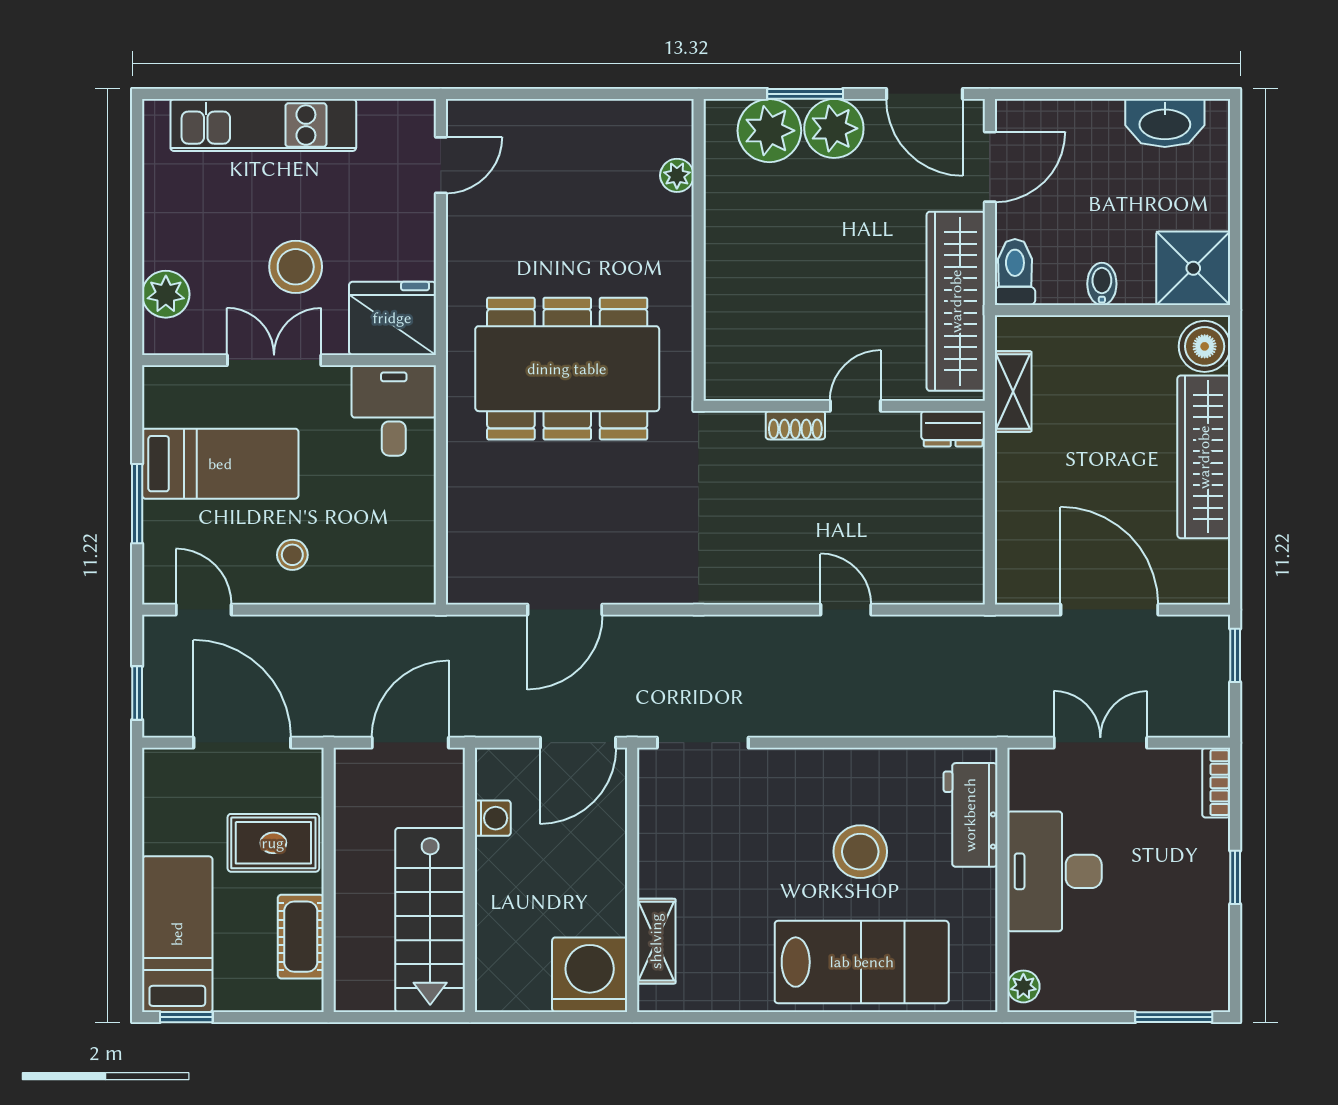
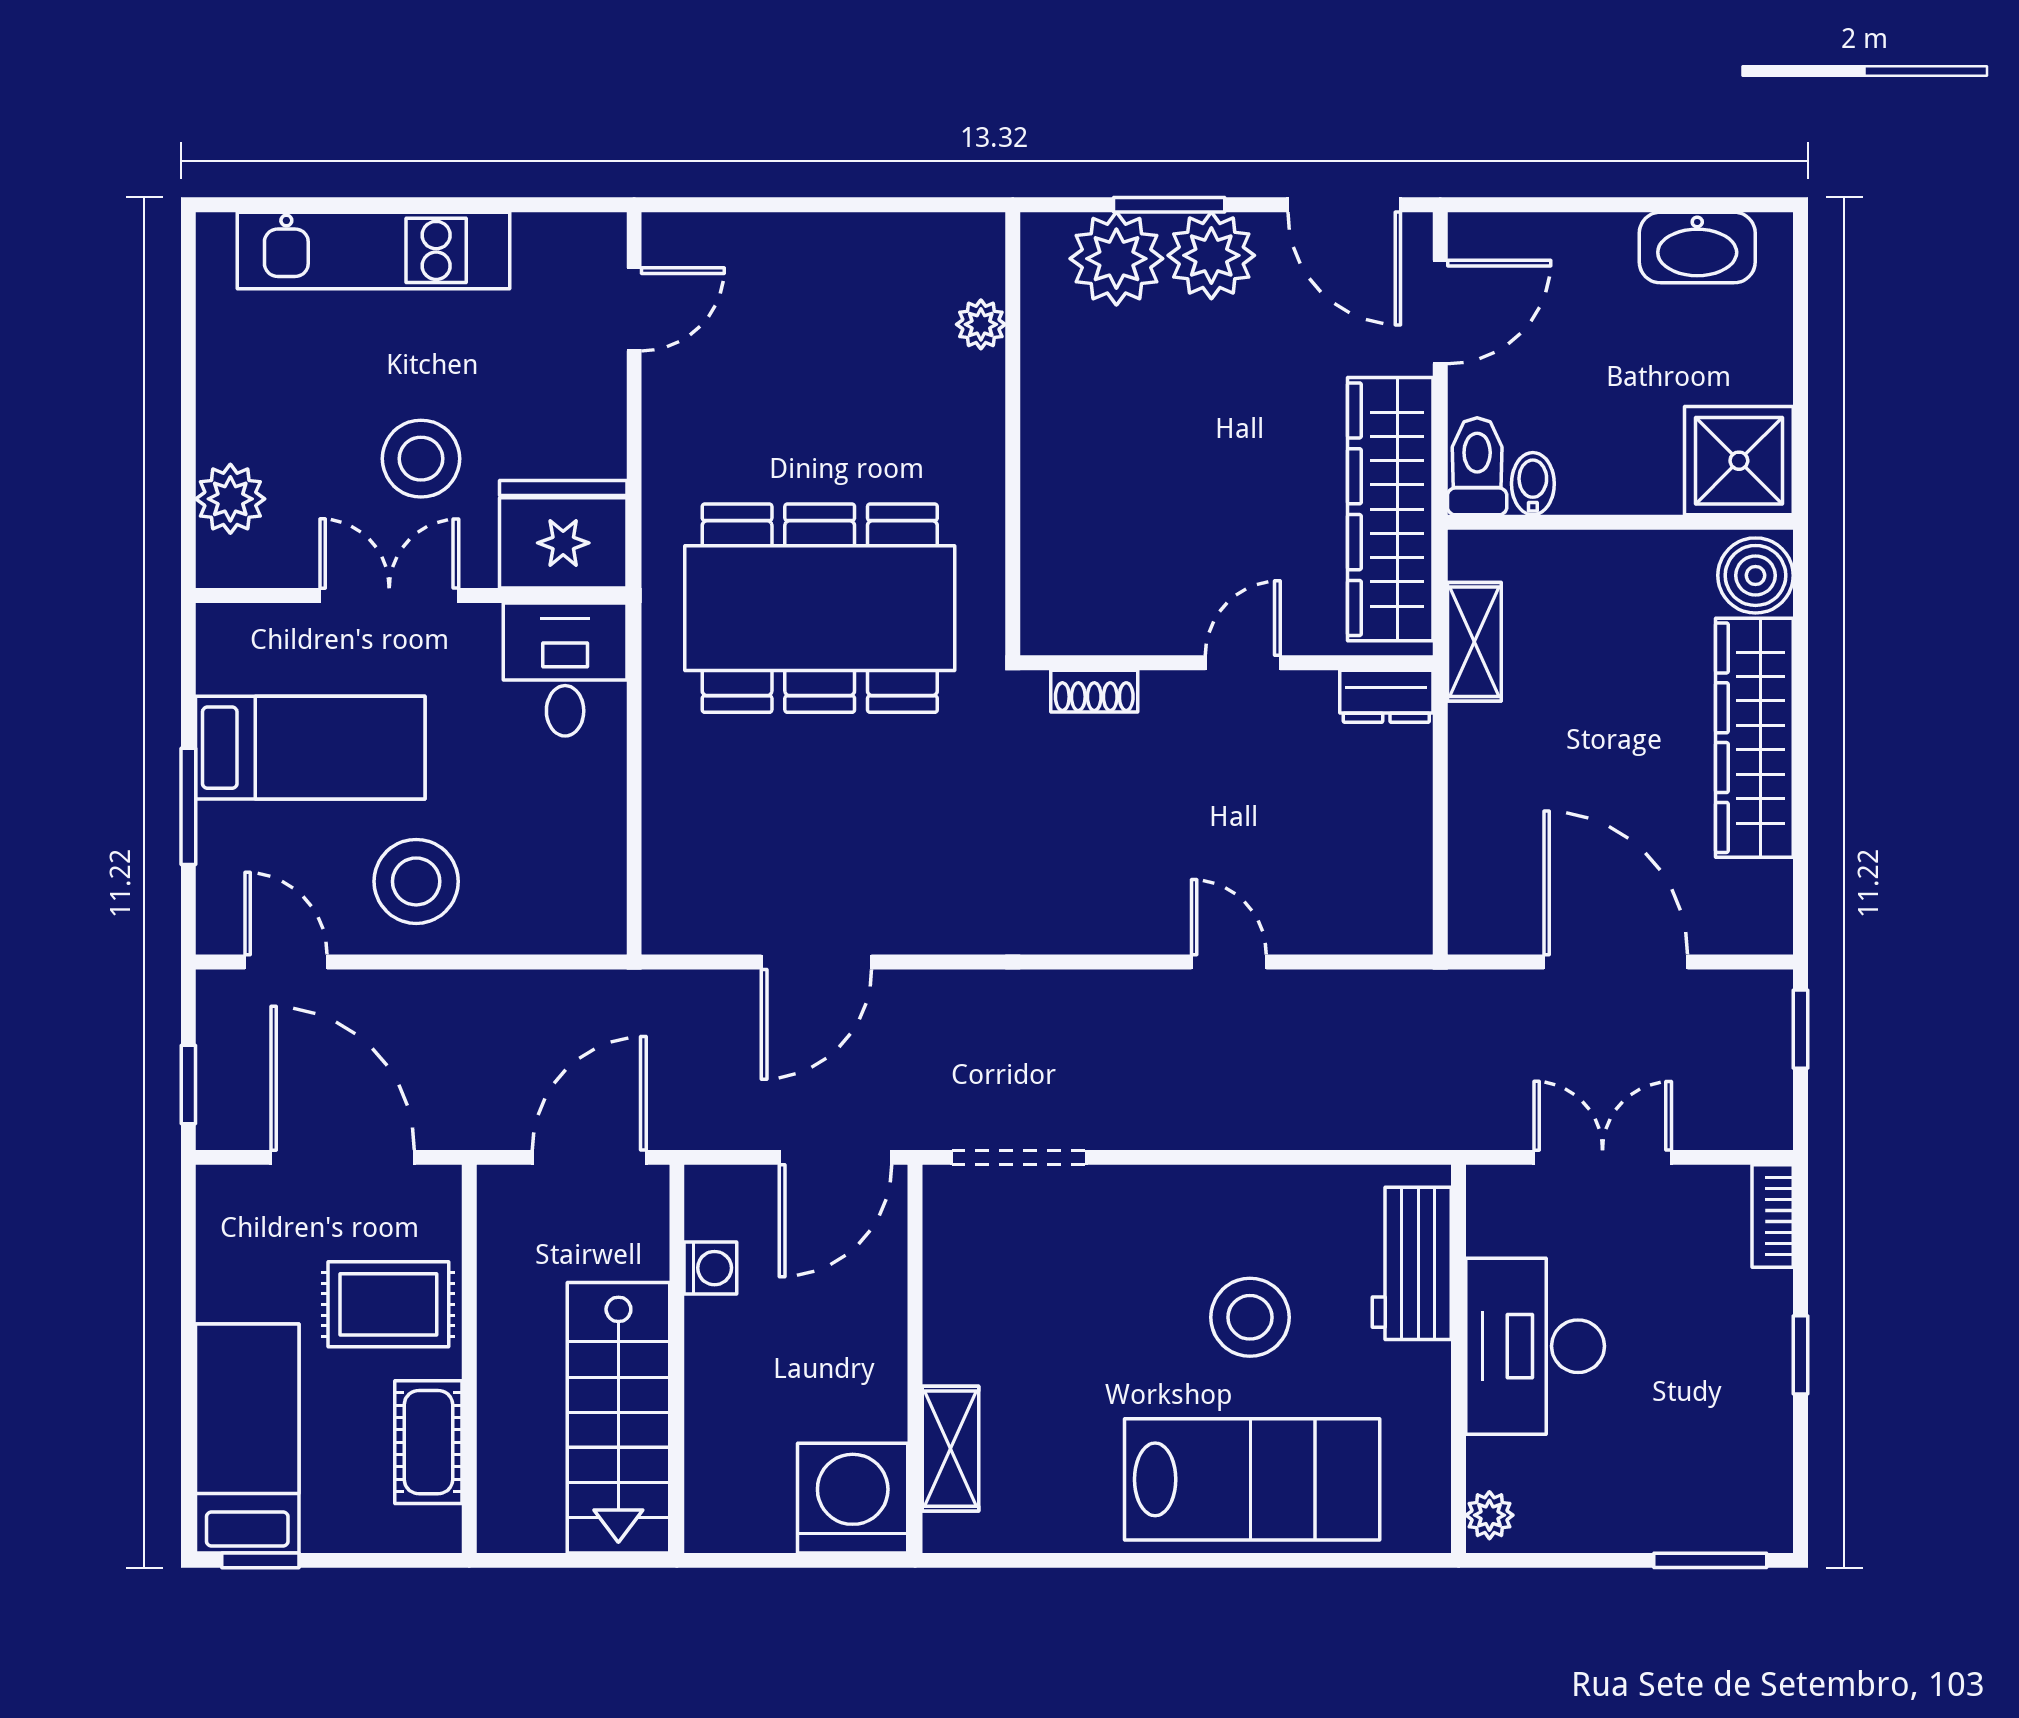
bidet: (1102, 284) -> (1533, 484), moved
shoe rack: (795, 425) -> (1094, 691), moved
stool: (292, 555) -> (416, 881), width x1.89, depth x1.89

